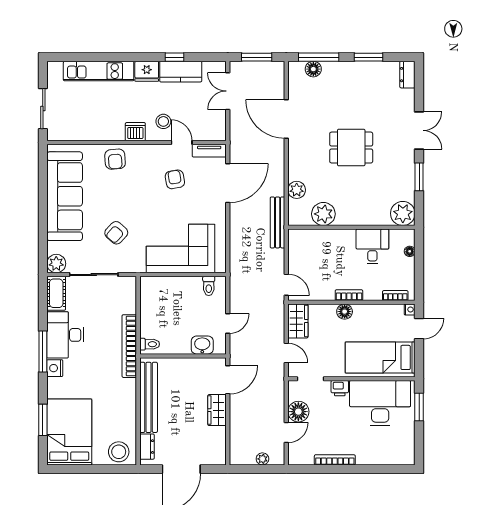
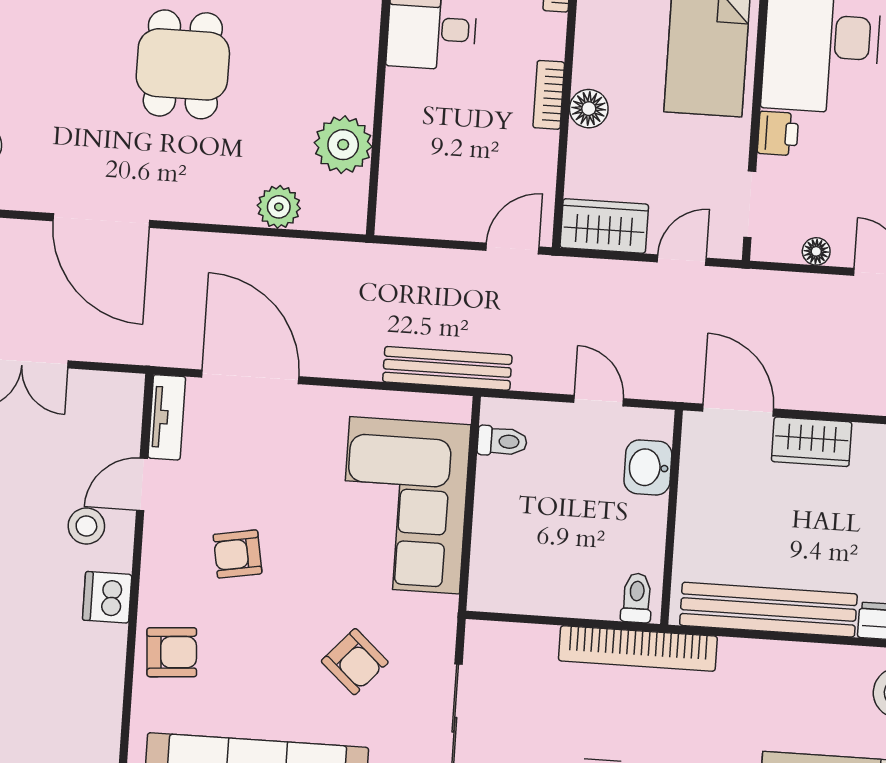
door: (286, 119) -> (101, 221), hinge flipped
armchair: (175, 179) -> (238, 554), moved
bench: (278, 222) -> (447, 368), moved
floor lamp: (298, 412) -> (816, 251), width x0.53, depth x0.53

